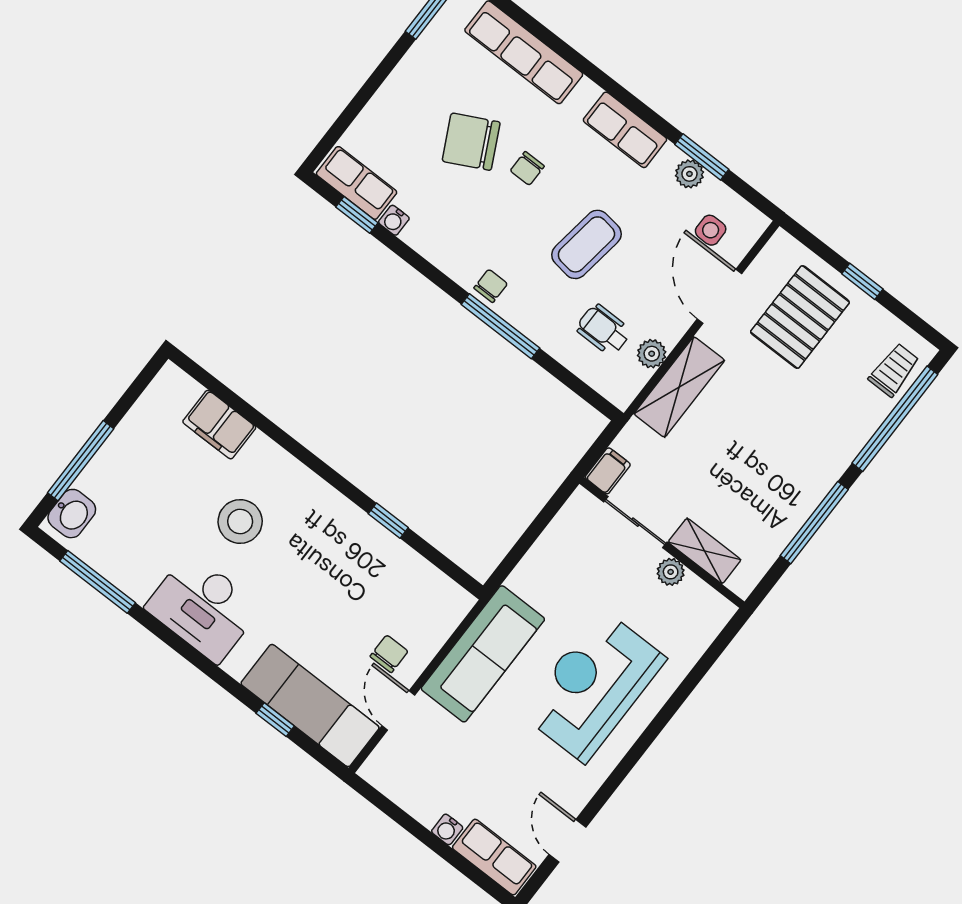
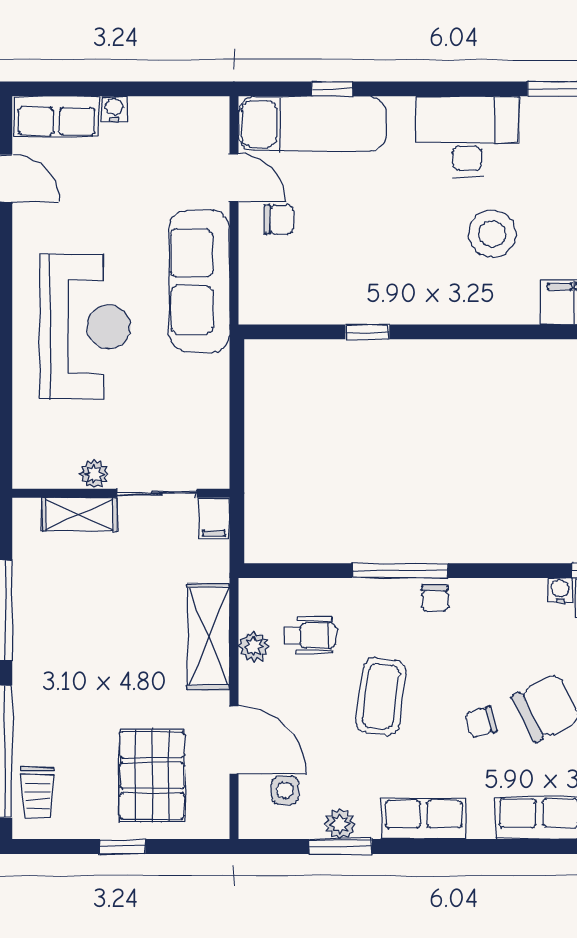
chair: (527, 168) -> (481, 722), turned -104
chair: (389, 654) -> (279, 220), turned -90

